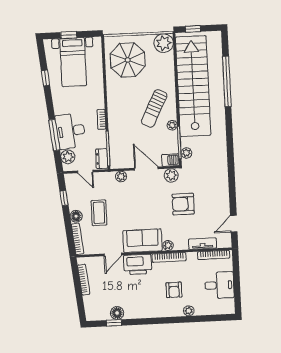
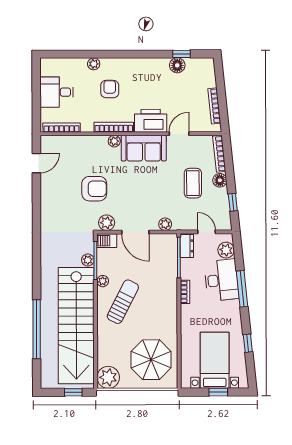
window: (54, 135) -> (242, 289), moved
plant: (186, 153) -> (88, 260), moved
tv unit: (203, 244) -> (74, 141), removed

